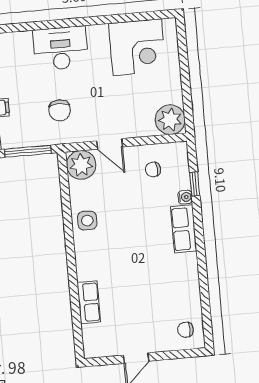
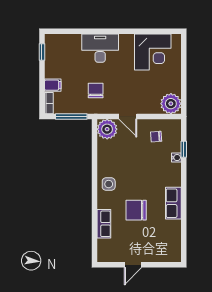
chair: (60, 110) -> (96, 90), turned 180
side table: (87, 221) -> (109, 184), moved
row of seats: (184, 229) -> (173, 203), moved
chair: (185, 330) -> (136, 210), moved, width x1.87, depth x1.87

